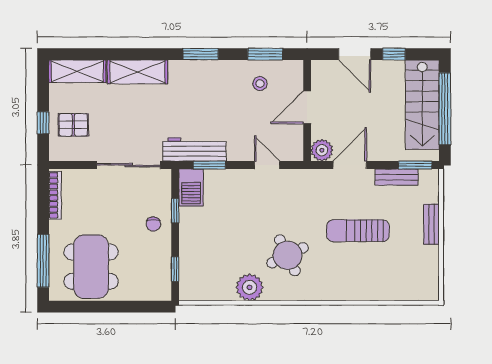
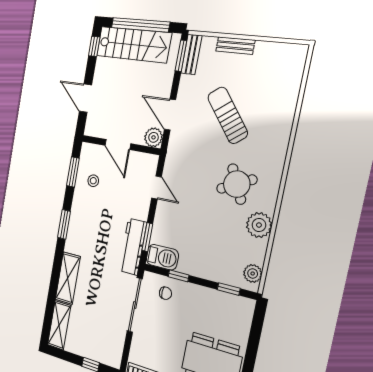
door: (355, 54) -> (85, 98), swing flipped
window: (394, 54) -> (94, 46), moved
pallet: (73, 125) -> (96, 341), removed
door: (267, 165) -> (157, 187), swing flipped
bench: (396, 177) -> (191, 54), moved
chair: (153, 224) -> (165, 293), moved
sun lounger: (358, 231) -> (228, 115), turned 142
plant: (198, 291) -> (253, 273), added

